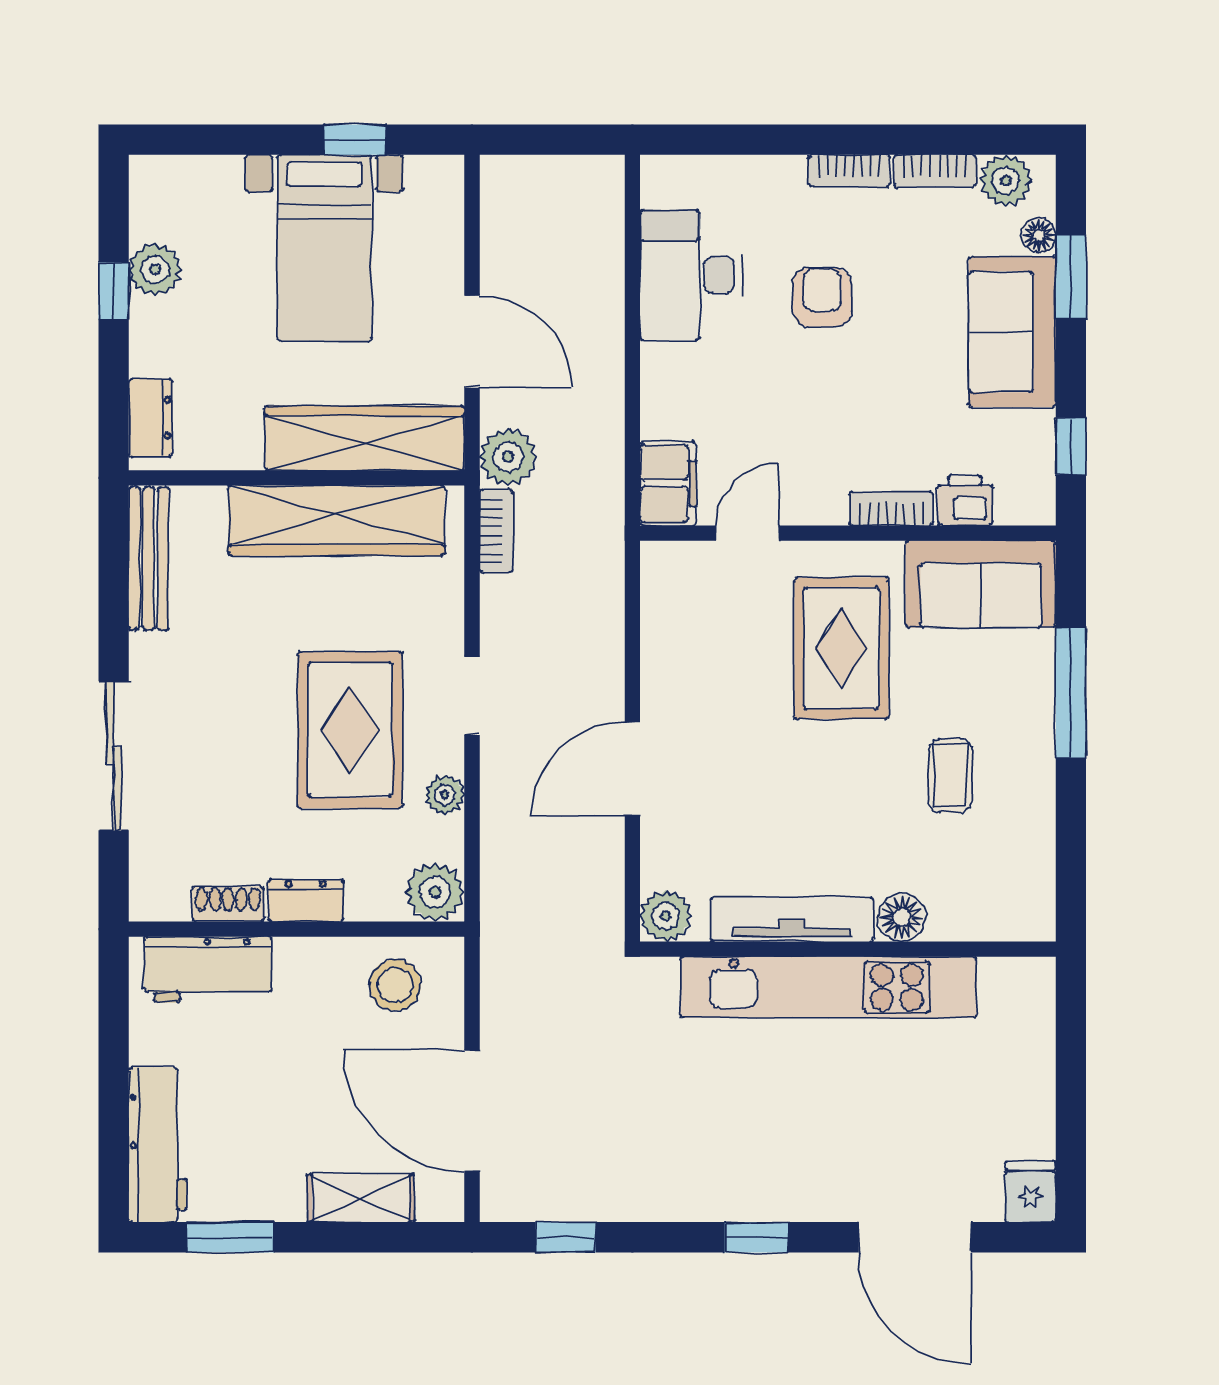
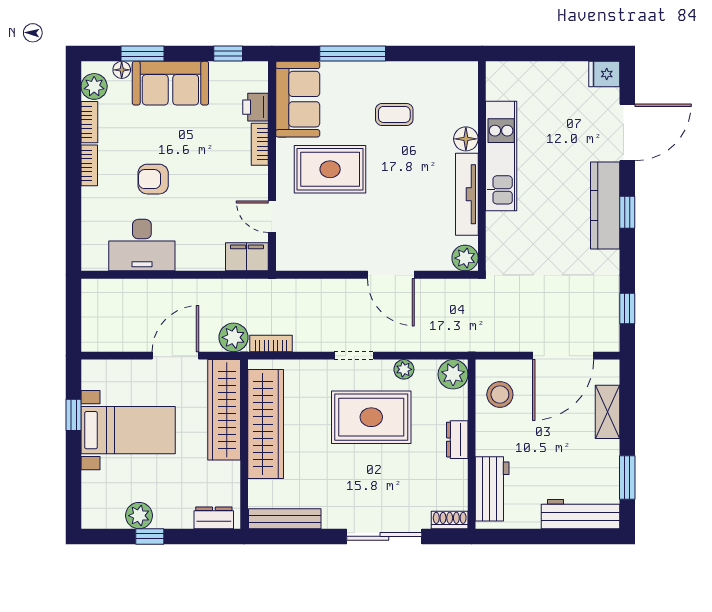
shoe rack: (228, 904) -> (450, 520), moved, turned 90
kitchen unit: (829, 987) -> (501, 156), width x0.73
kitchen counter: (770, 1193) -> (605, 205), added

